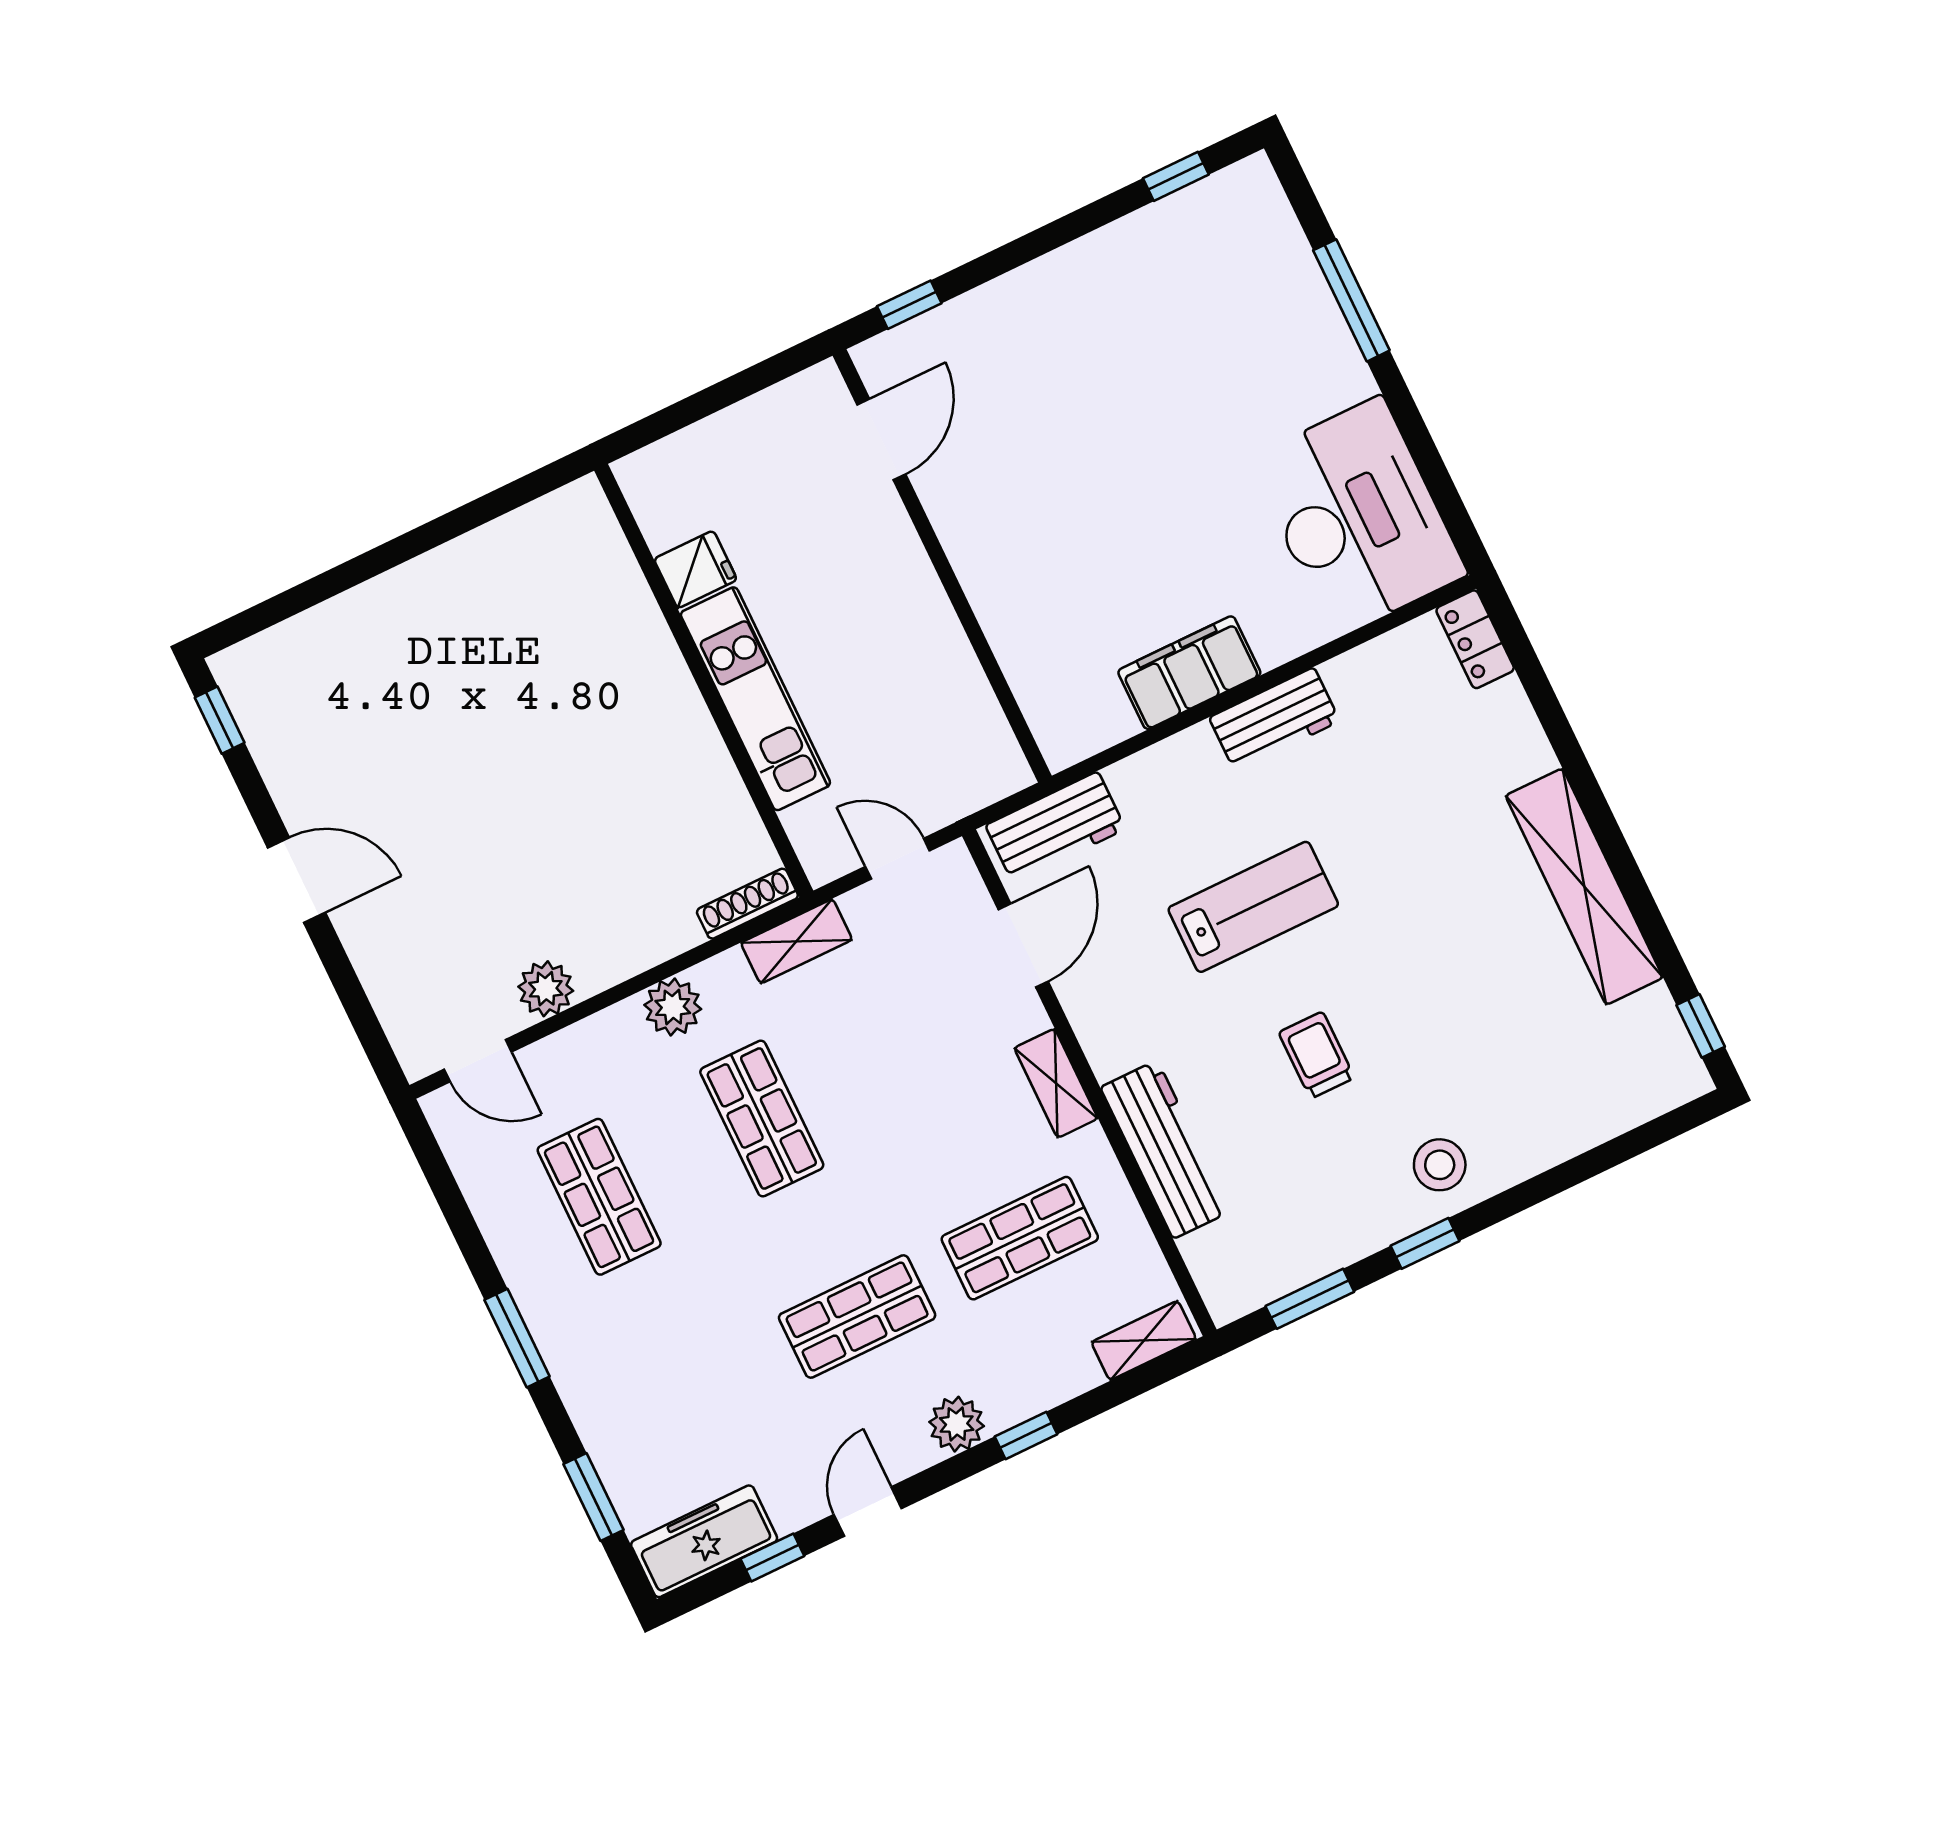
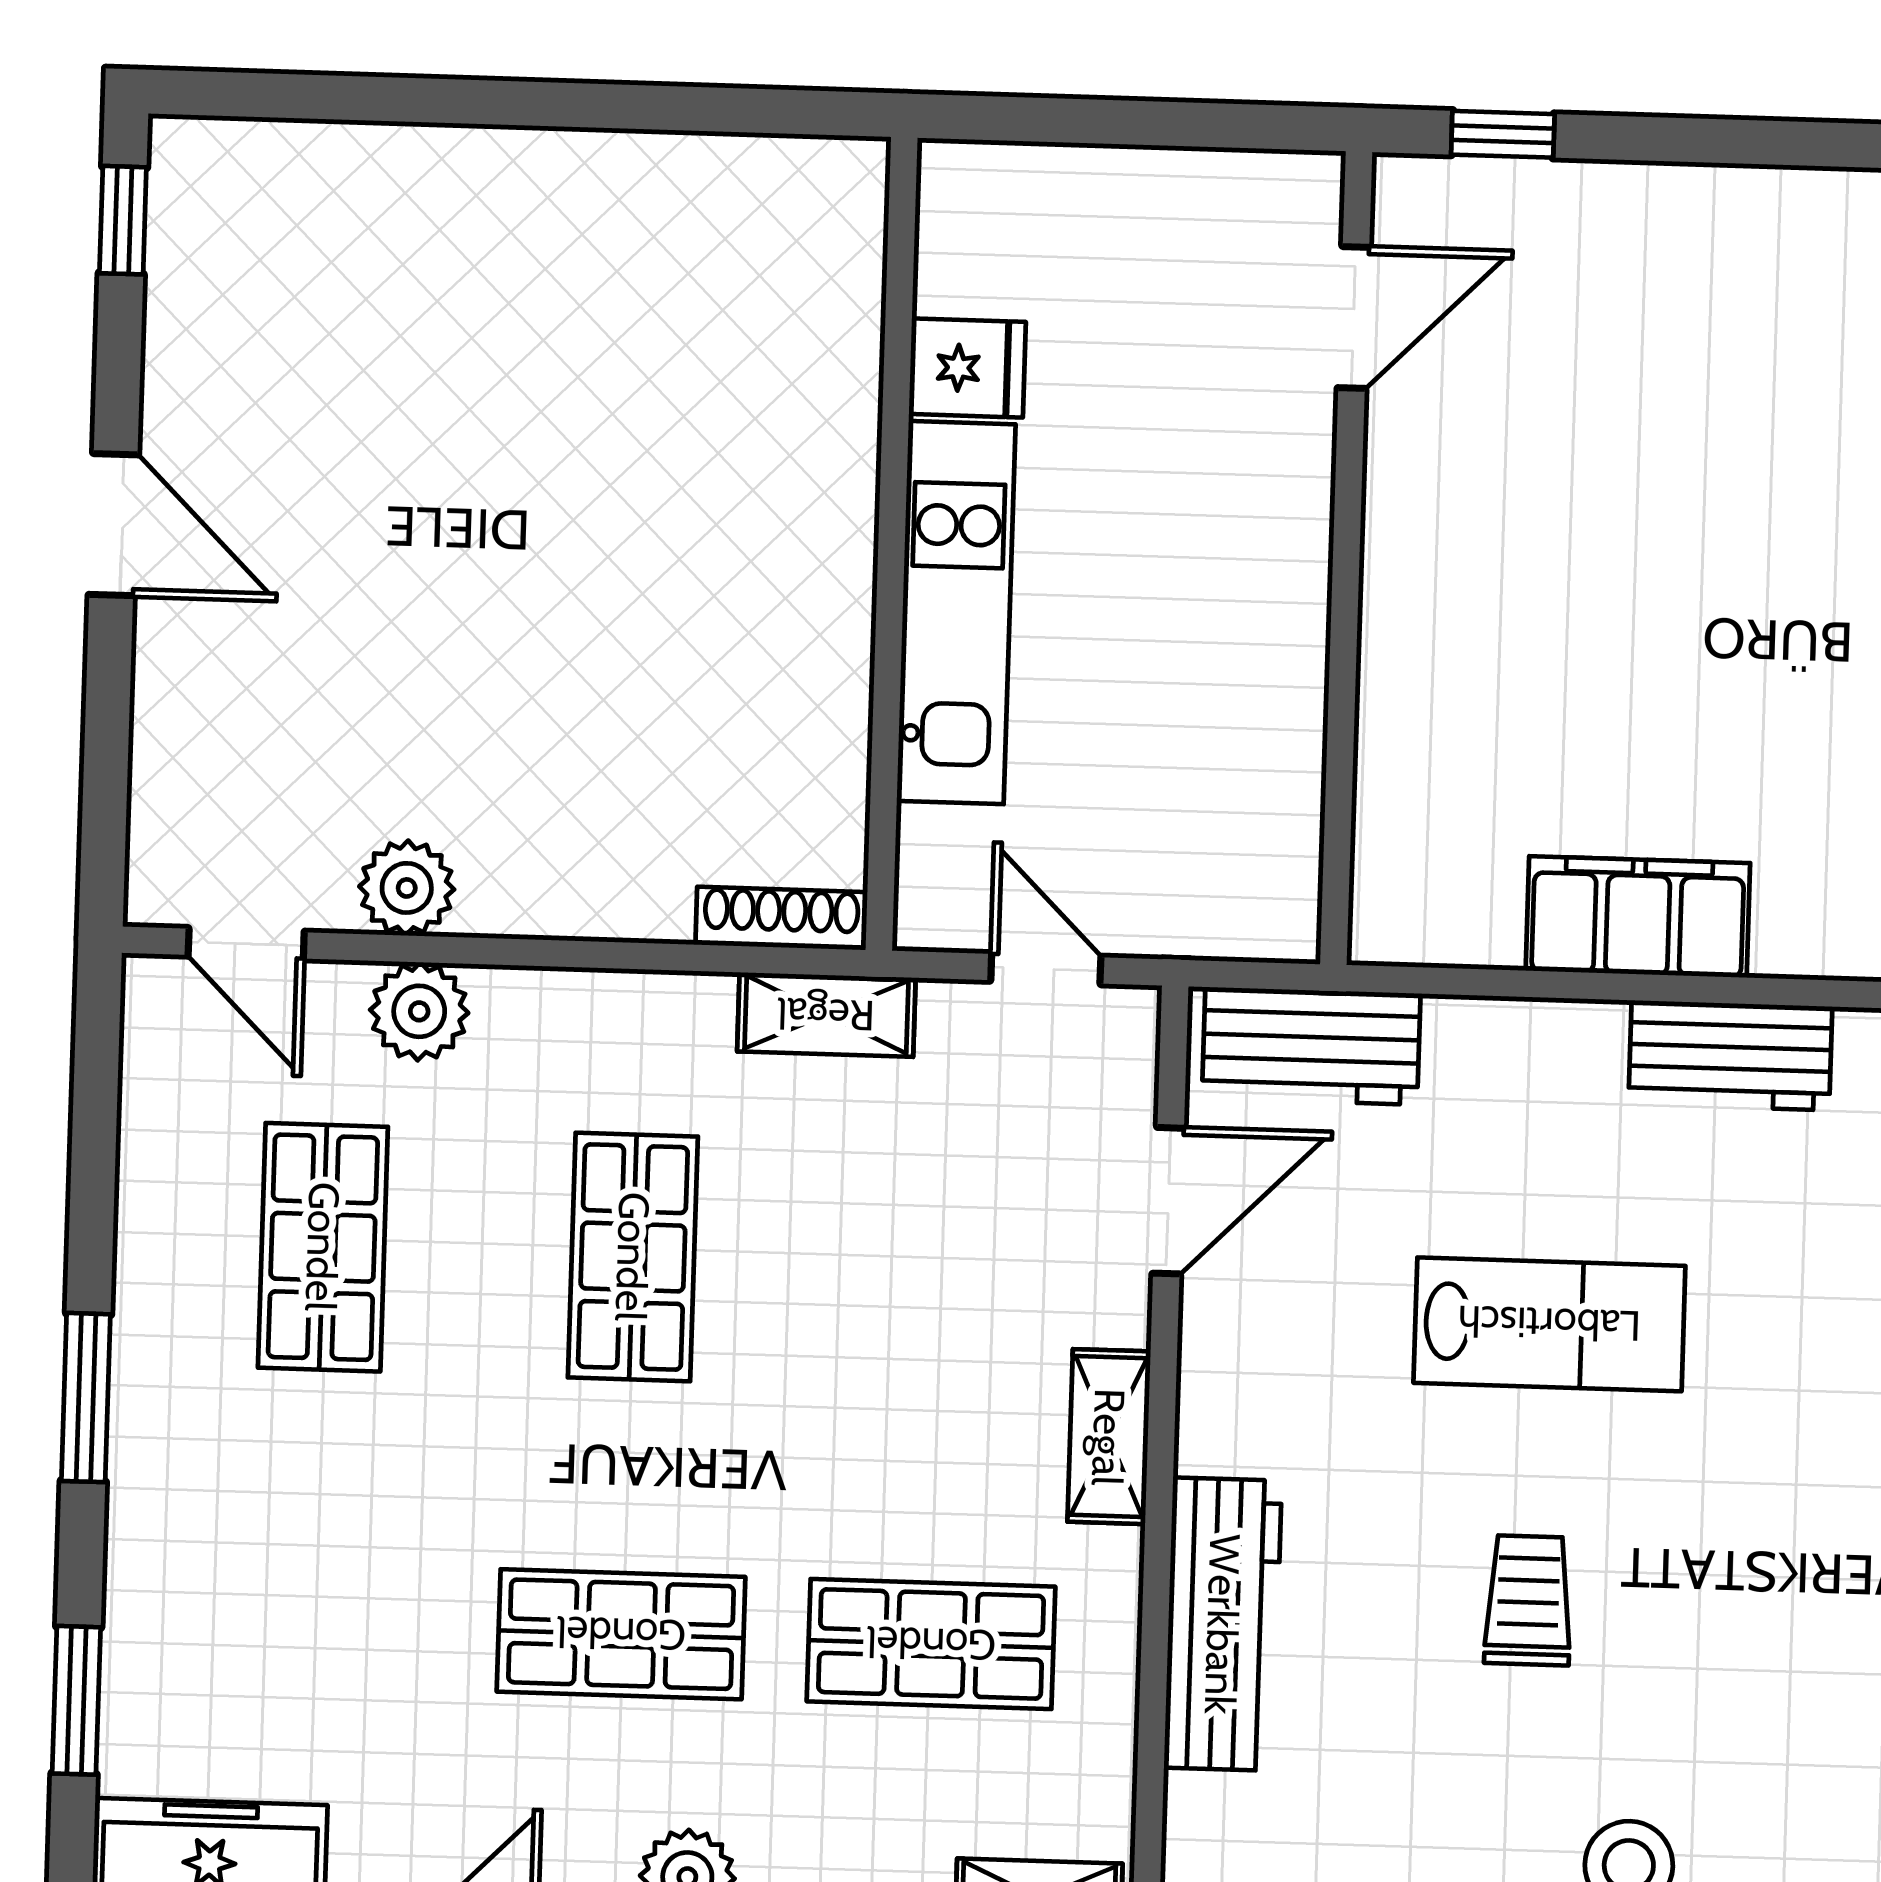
plant: (673, 1007) -> (419, 1011), moved

